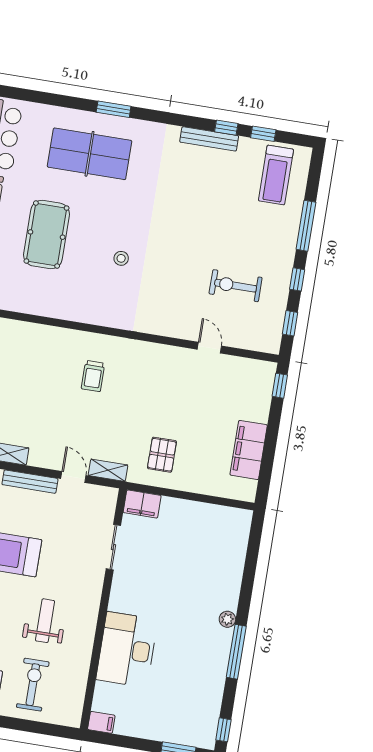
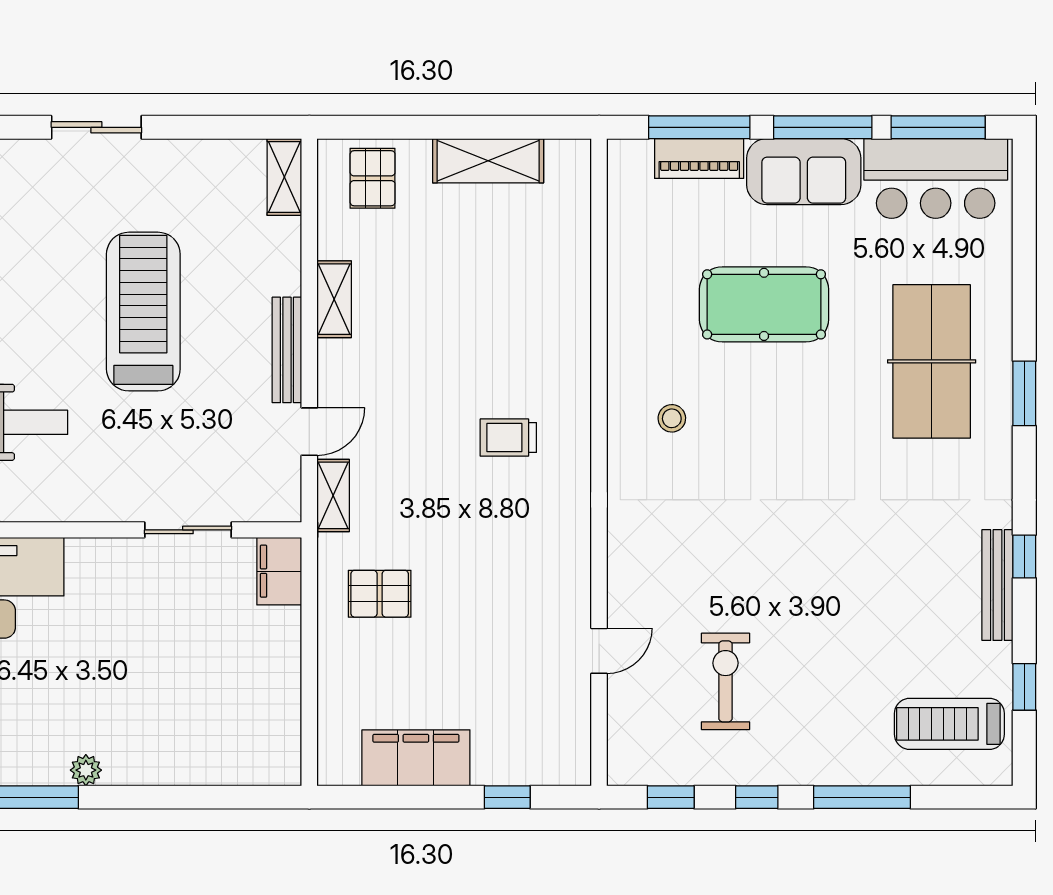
window: (226, 128) -> (1024, 557), moved
stool: (121, 258) -> (672, 418), moved
window: (280, 386) -> (507, 797), moved

